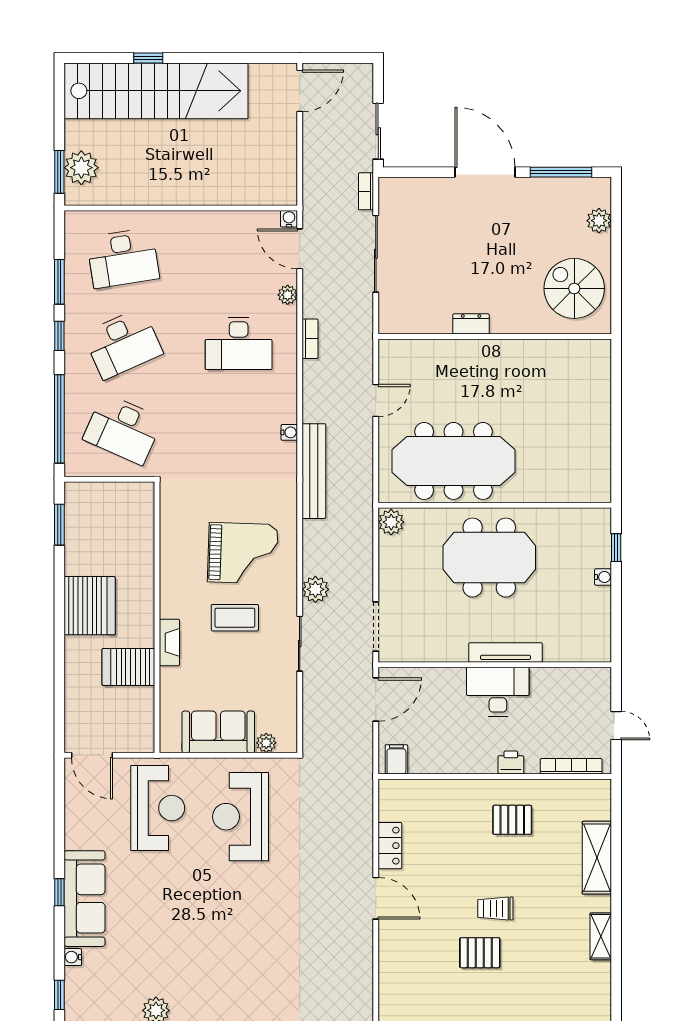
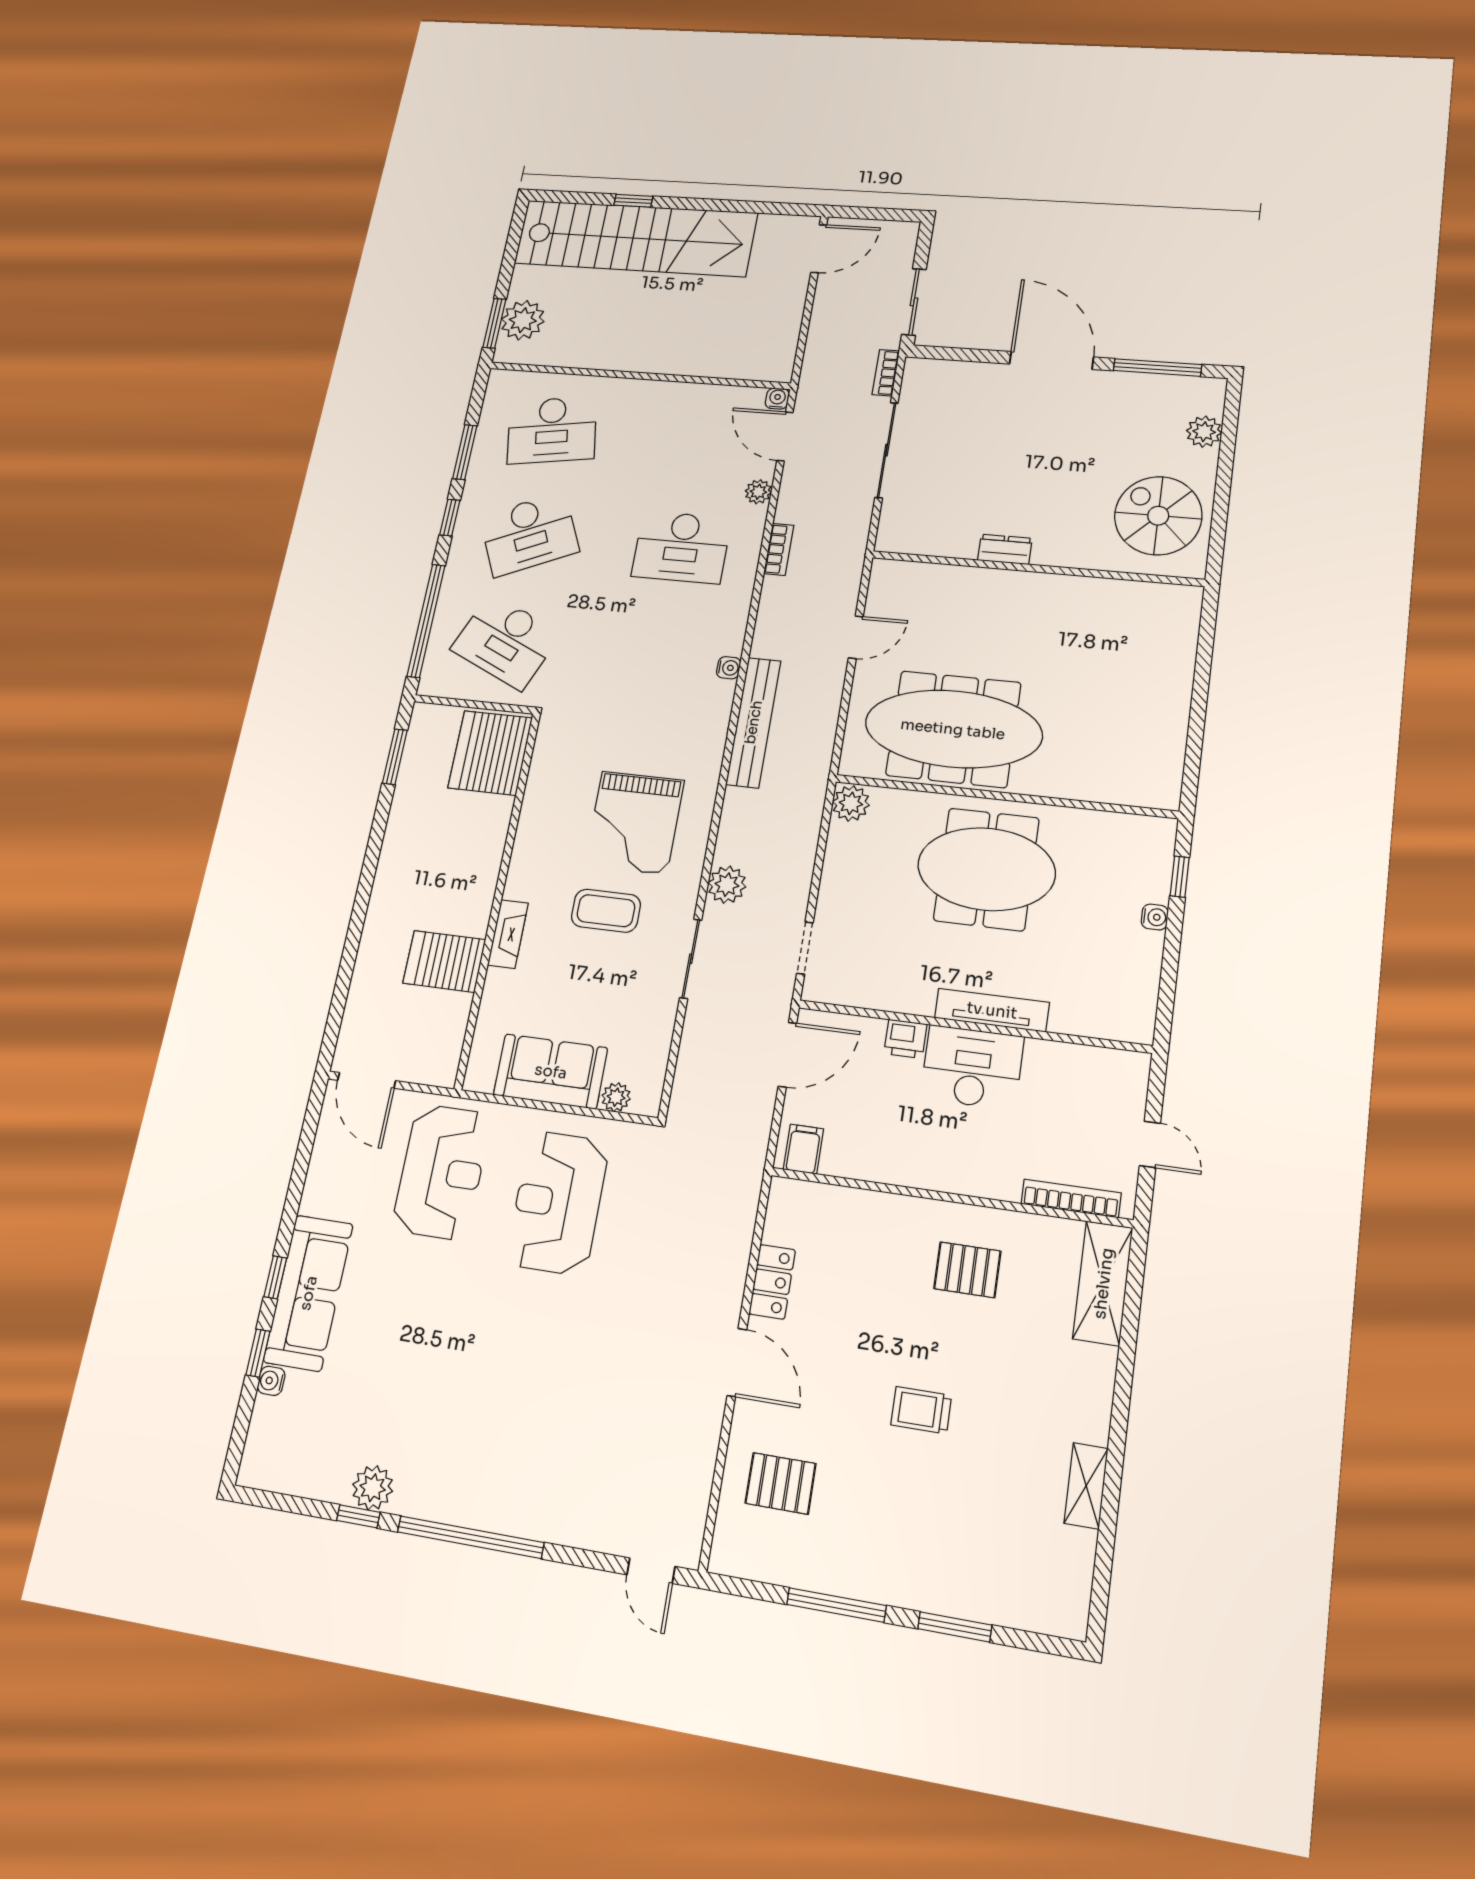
grand piano: (243, 553) -> (634, 823), turned 88
server rack: (90, 606) -> (490, 753), moved, turned 180
doorway: (376, 627) -> (805, 948), width x0.73
printer: (511, 763) -> (905, 1039), moved, turned 180
shelving: (597, 858) -> (1103, 1283), moved
pallet: (480, 953) -> (781, 1483), moved
window: (59, 995) -> (258, 1353), moved

